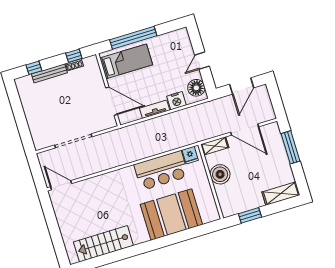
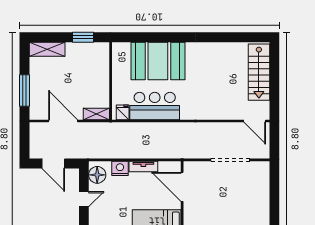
door: (242, 86) -> (53, 163), swing flipped
boiler: (220, 174) -> (100, 85), removed
stairs: (103, 244) -> (259, 72), moved, turned 90

